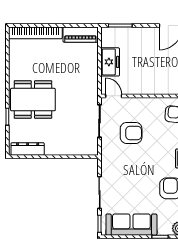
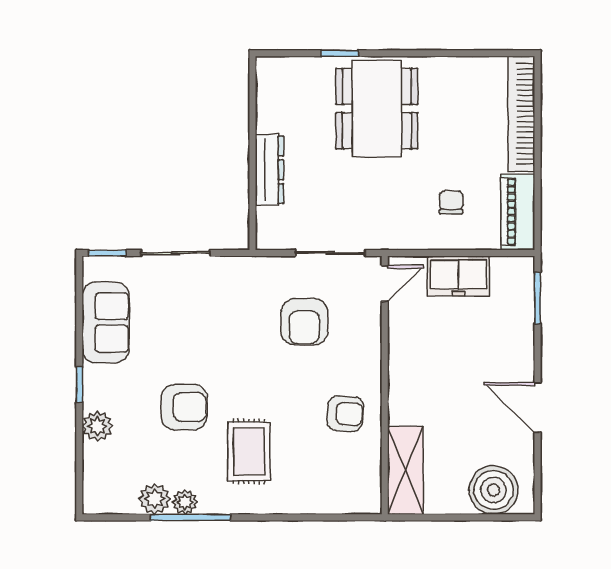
chair: (76, 65) -> (451, 202), added
dresser: (28, 149) -> (269, 170), moved
sofa: (131, 225) -> (106, 322), width x0.73

